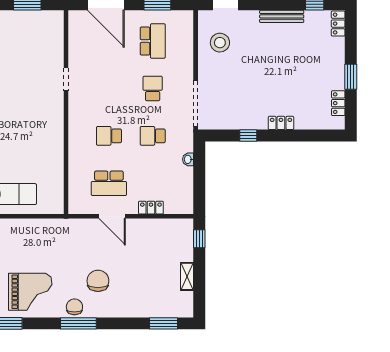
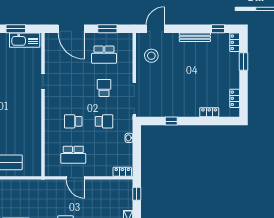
kitchen sink: (40, 20) -> (25, 40), added
school desk: (153, 41) -> (104, 55), turned 90
window: (351, 77) -> (243, 61), moved
locker: (281, 123) -> (209, 112), moved
school desk: (153, 136) -> (104, 121), turned 180
locker: (151, 208) -> (122, 172), moved

